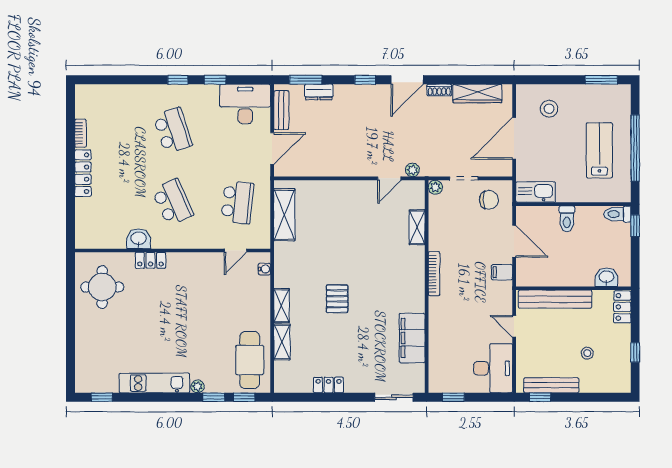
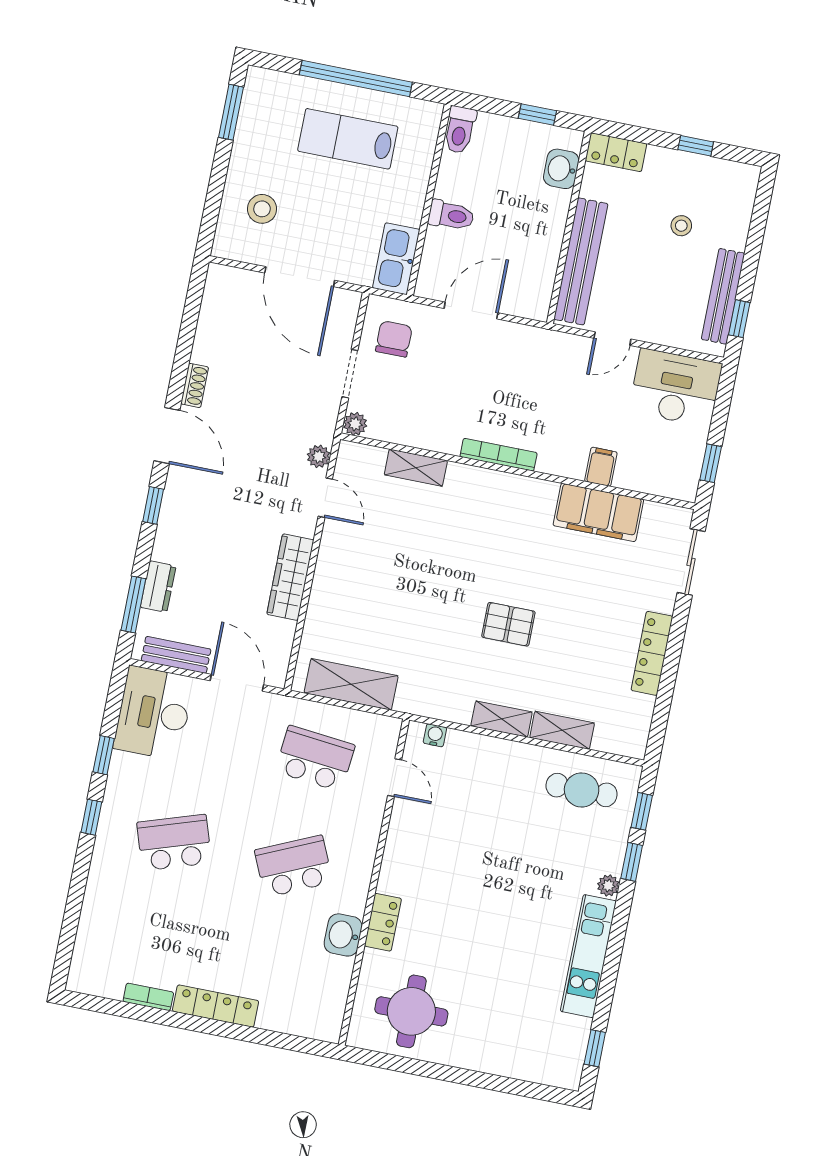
wardrobe: (477, 93) -> (290, 577), moved, turned 180
window: (635, 226) -> (537, 114), moved
filing cabinet: (502, 272) -> (601, 467), moved, turned 180
cafe table: (250, 360) -> (582, 790), width x0.73, depth x0.74
locker: (328, 385) -> (652, 653), width x1.53

